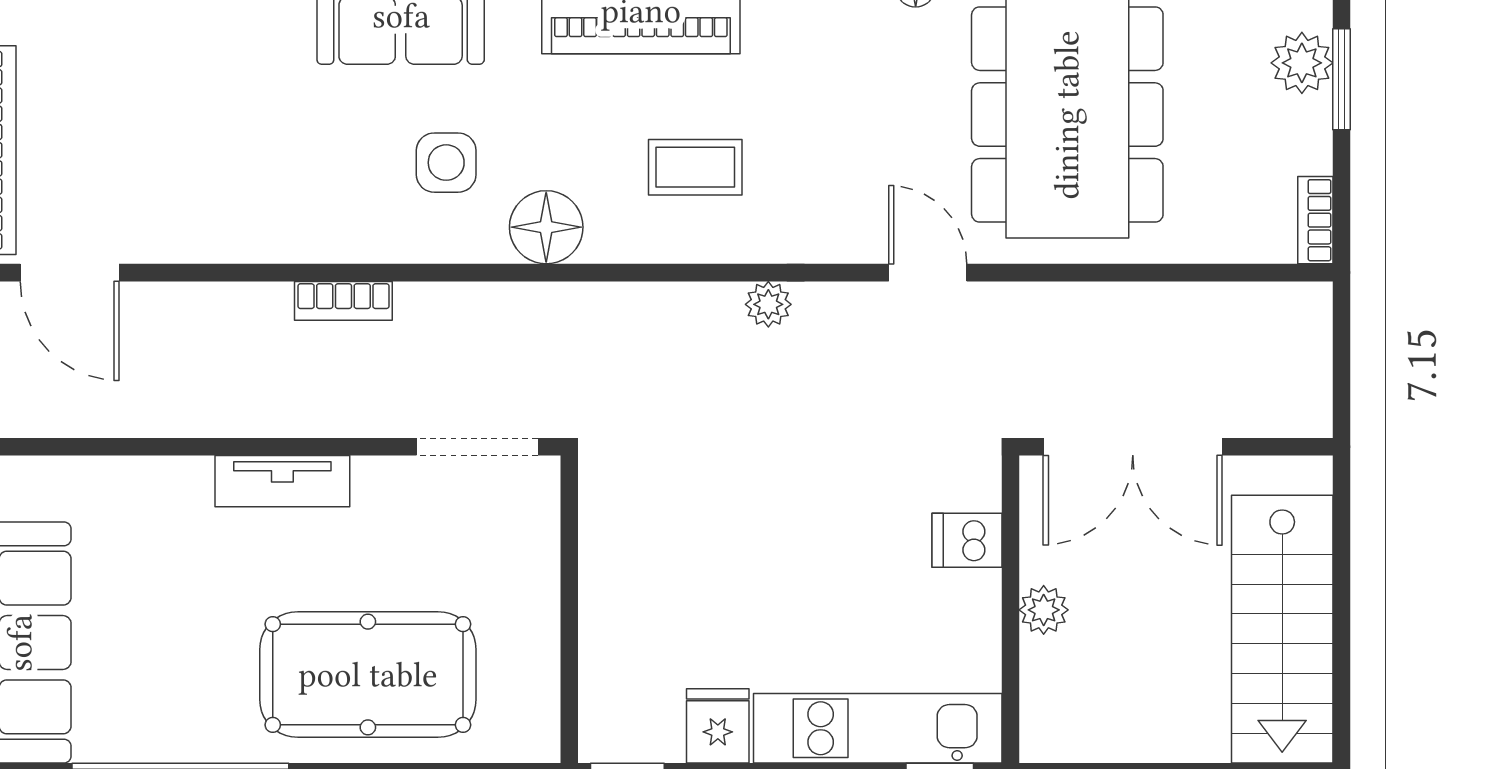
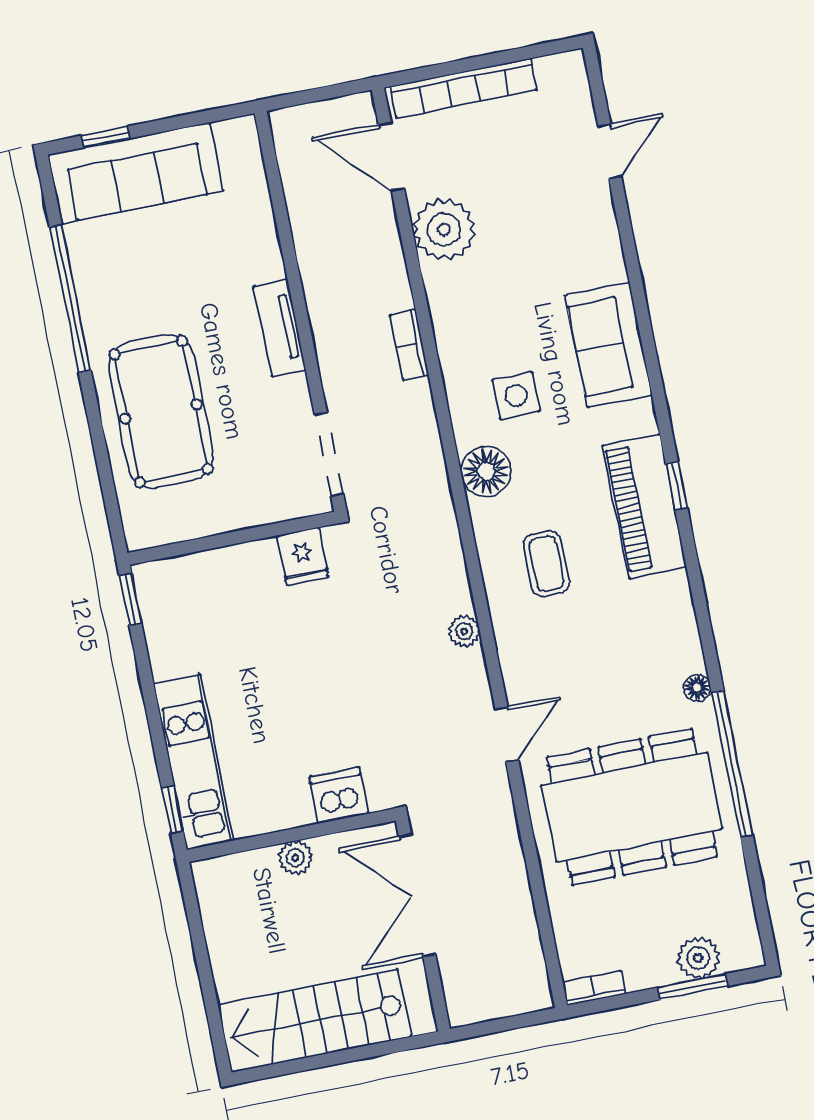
plant: (189, 218) -> (444, 229), added
door: (70, 273) -> (391, 157), hinge flipped
dishwasher: (967, 540) -> (339, 795), width x1.38
fridge: (718, 726) -> (303, 556), moved, turned 90

